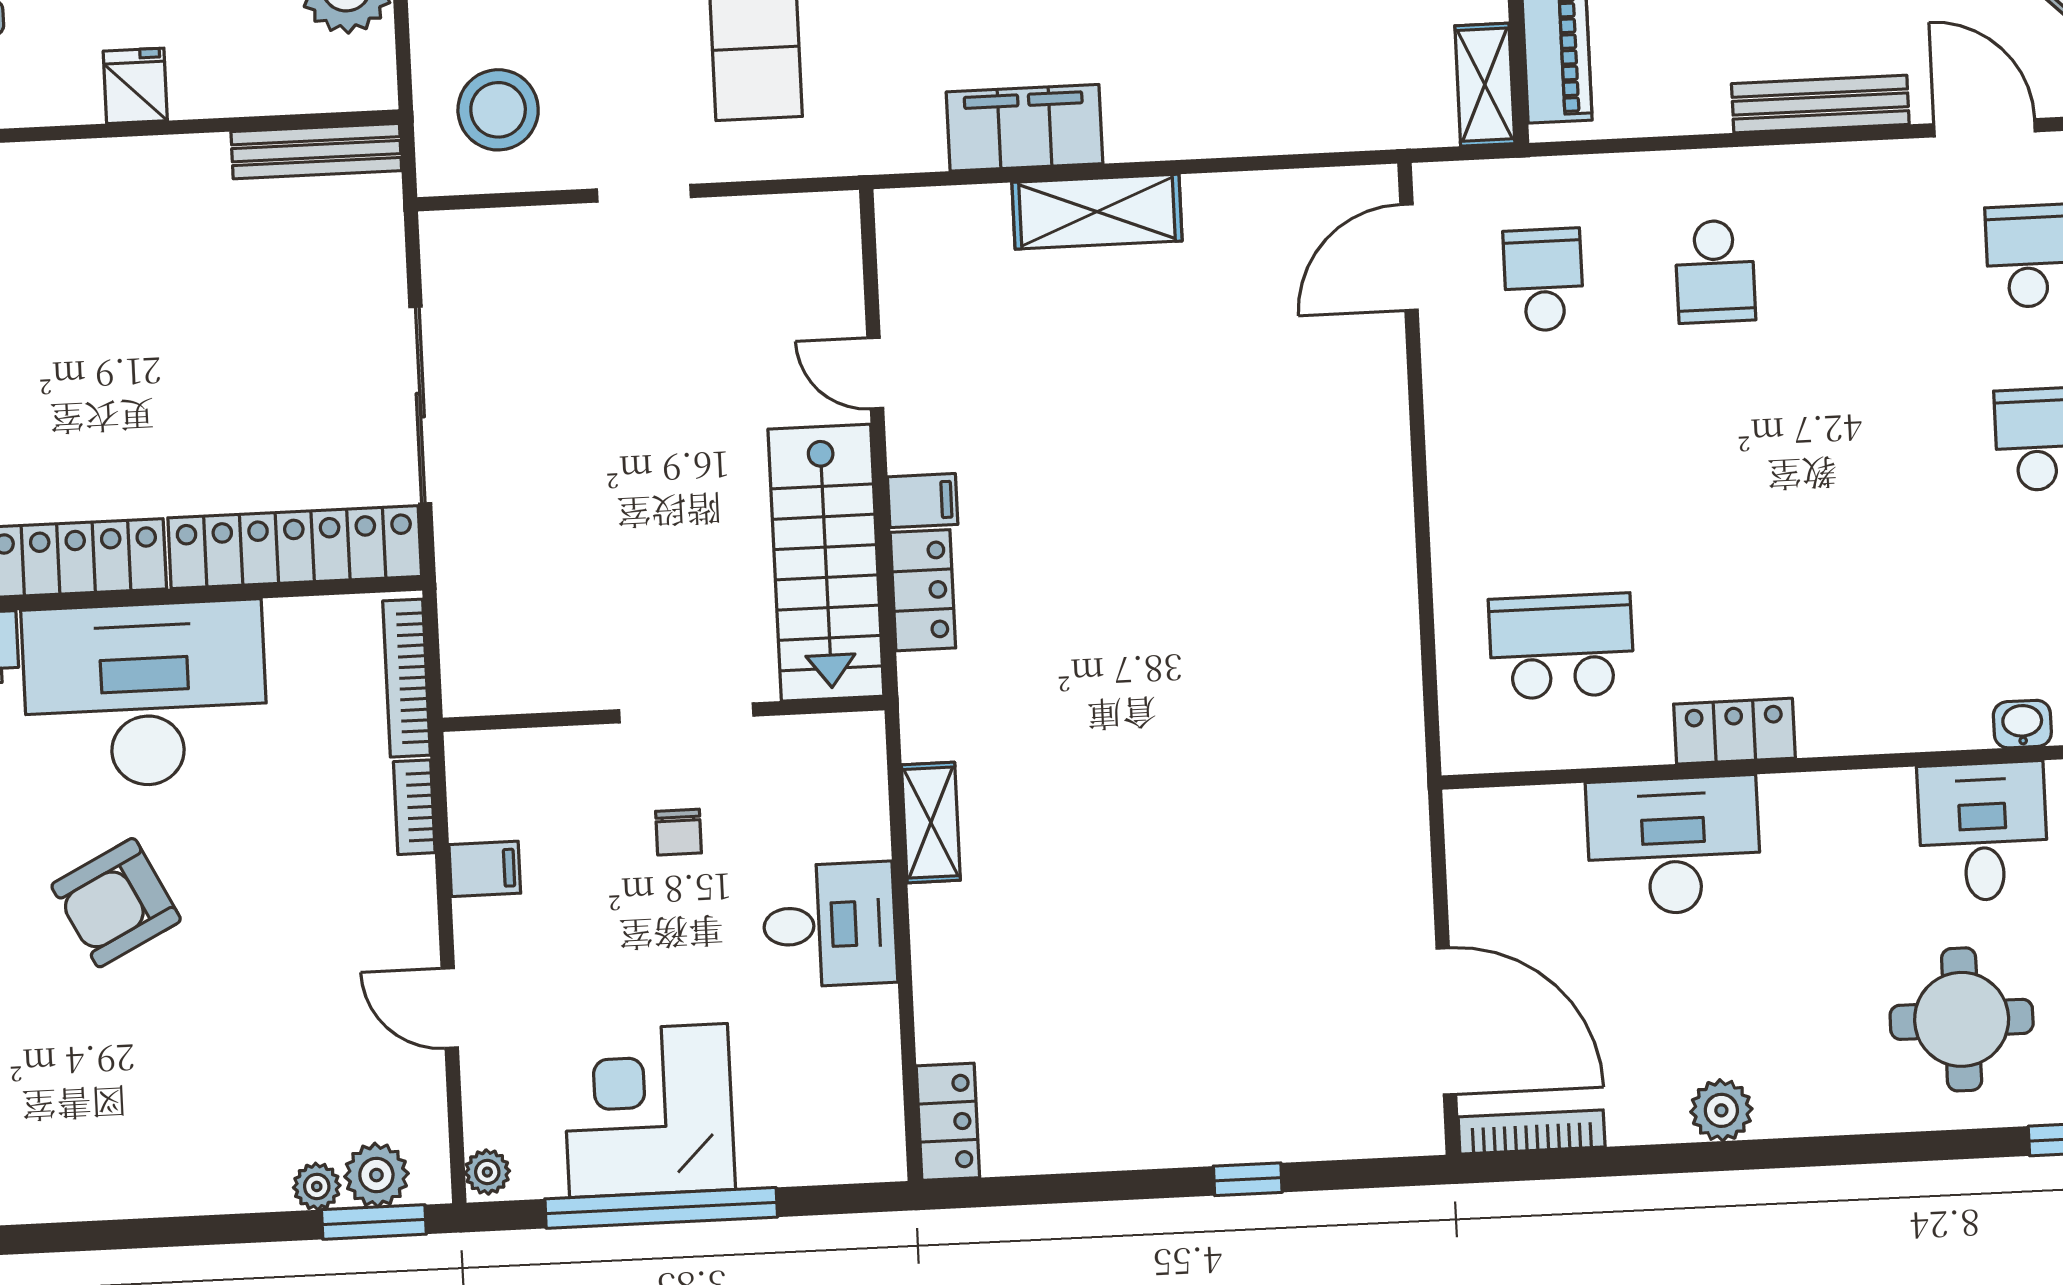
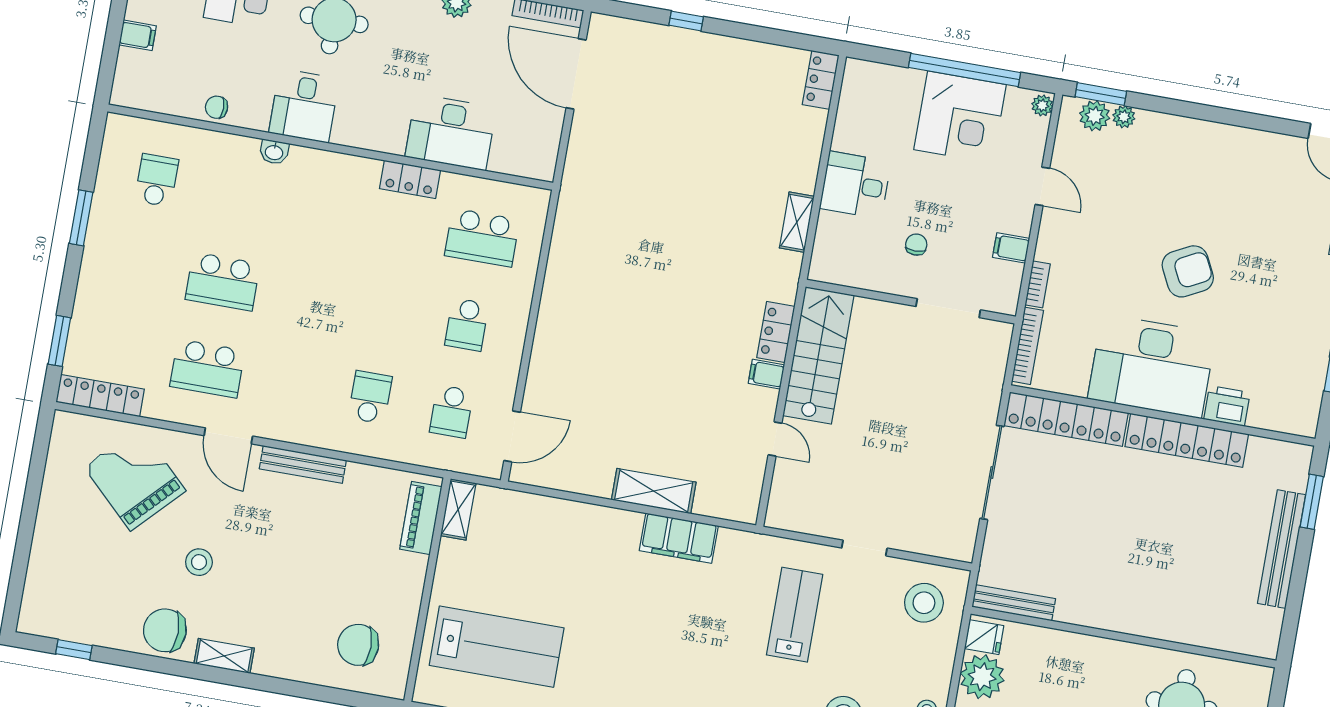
fridge: (135, 86) -> (984, 637), moved, turned -90
school desk: (1552, 463) -> (467, 325), added
doorway: (686, 713) -> (948, 308), moved

